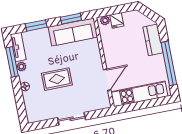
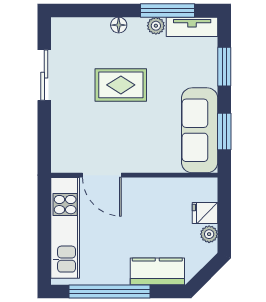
plant: (105, 20) -> (209, 234), moved
rug: (57, 79) -> (121, 85), turned 90
sliding door: (72, 119) -> (44, 75), moved

